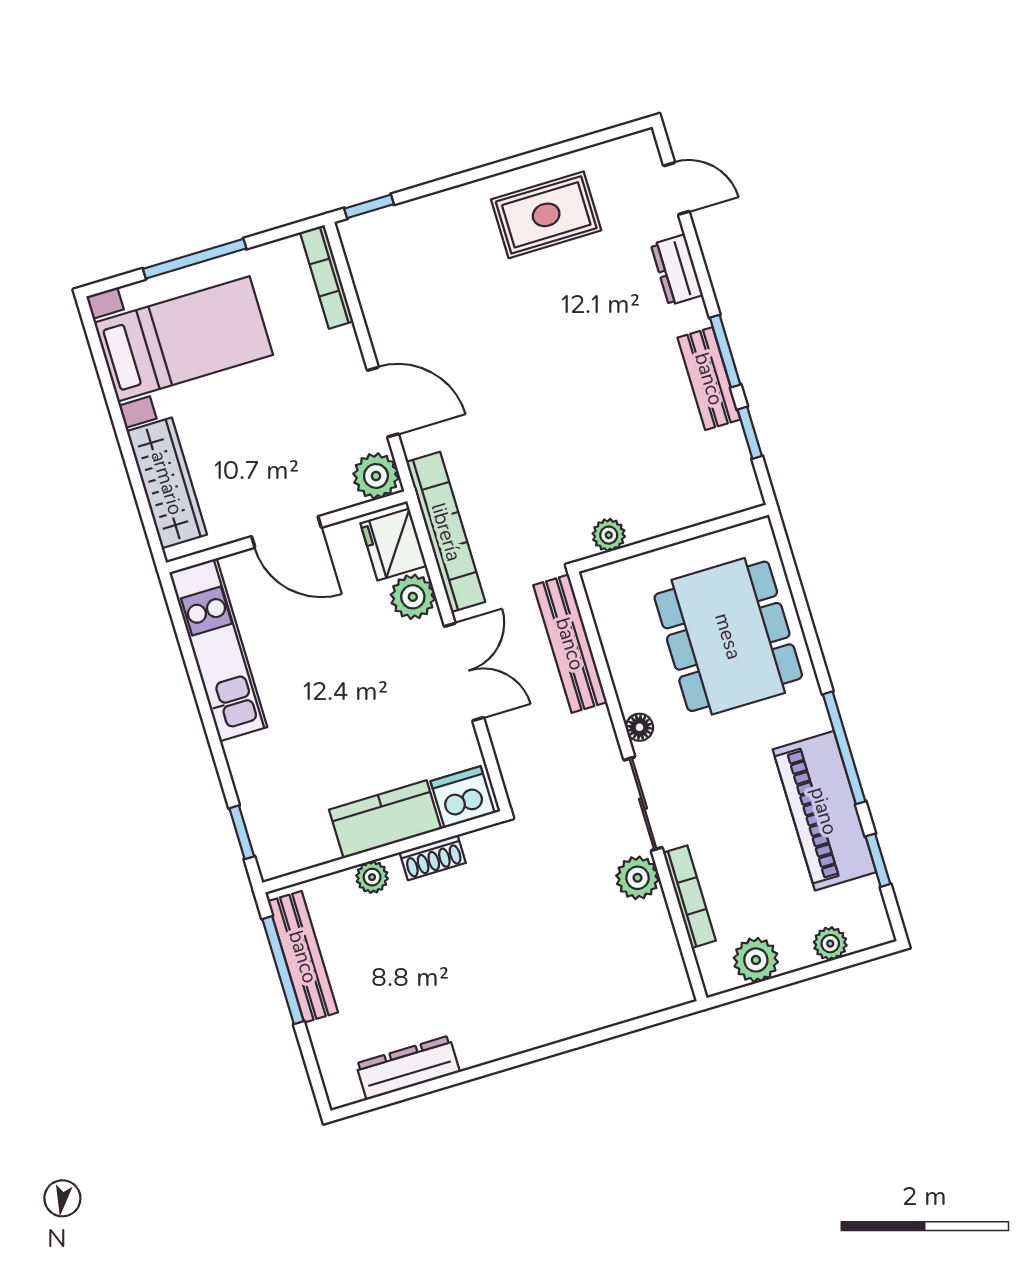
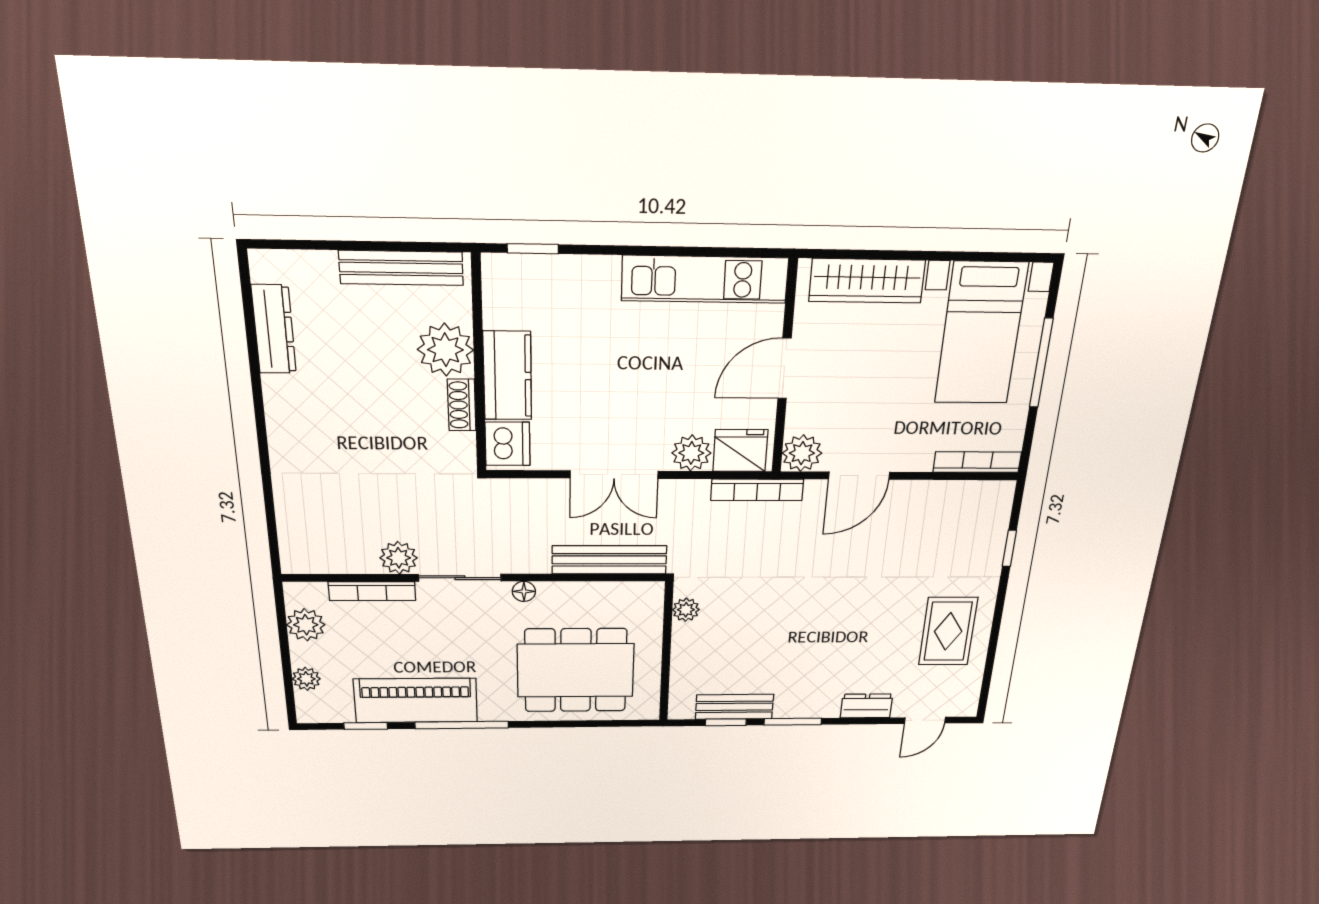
window: (369, 206) -> (1009, 548), moved
bench: (709, 379) -> (734, 707), moved
bookcase: (446, 532) -> (757, 490), width x0.68, depth x0.76
plant: (372, 877) -> (445, 350), width x1.88, depth x1.88
window: (283, 970) -> (393, 246), removed

